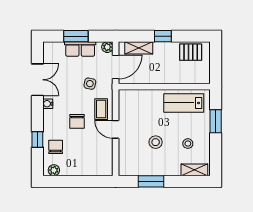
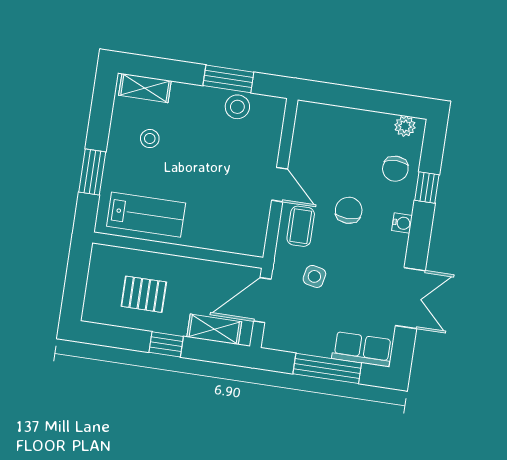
window: (76, 36) -> (327, 368), width x1.44
plant: (107, 47) -> (272, 339), removed
row of seats: (80, 49) -> (362, 349), moved
pallet: (191, 52) -> (144, 294), moved
double door: (37, 80) -> (410, 298), swing flipped
water cooler: (48, 104) -> (402, 223), moved
stool: (156, 142) -> (237, 107), moved

